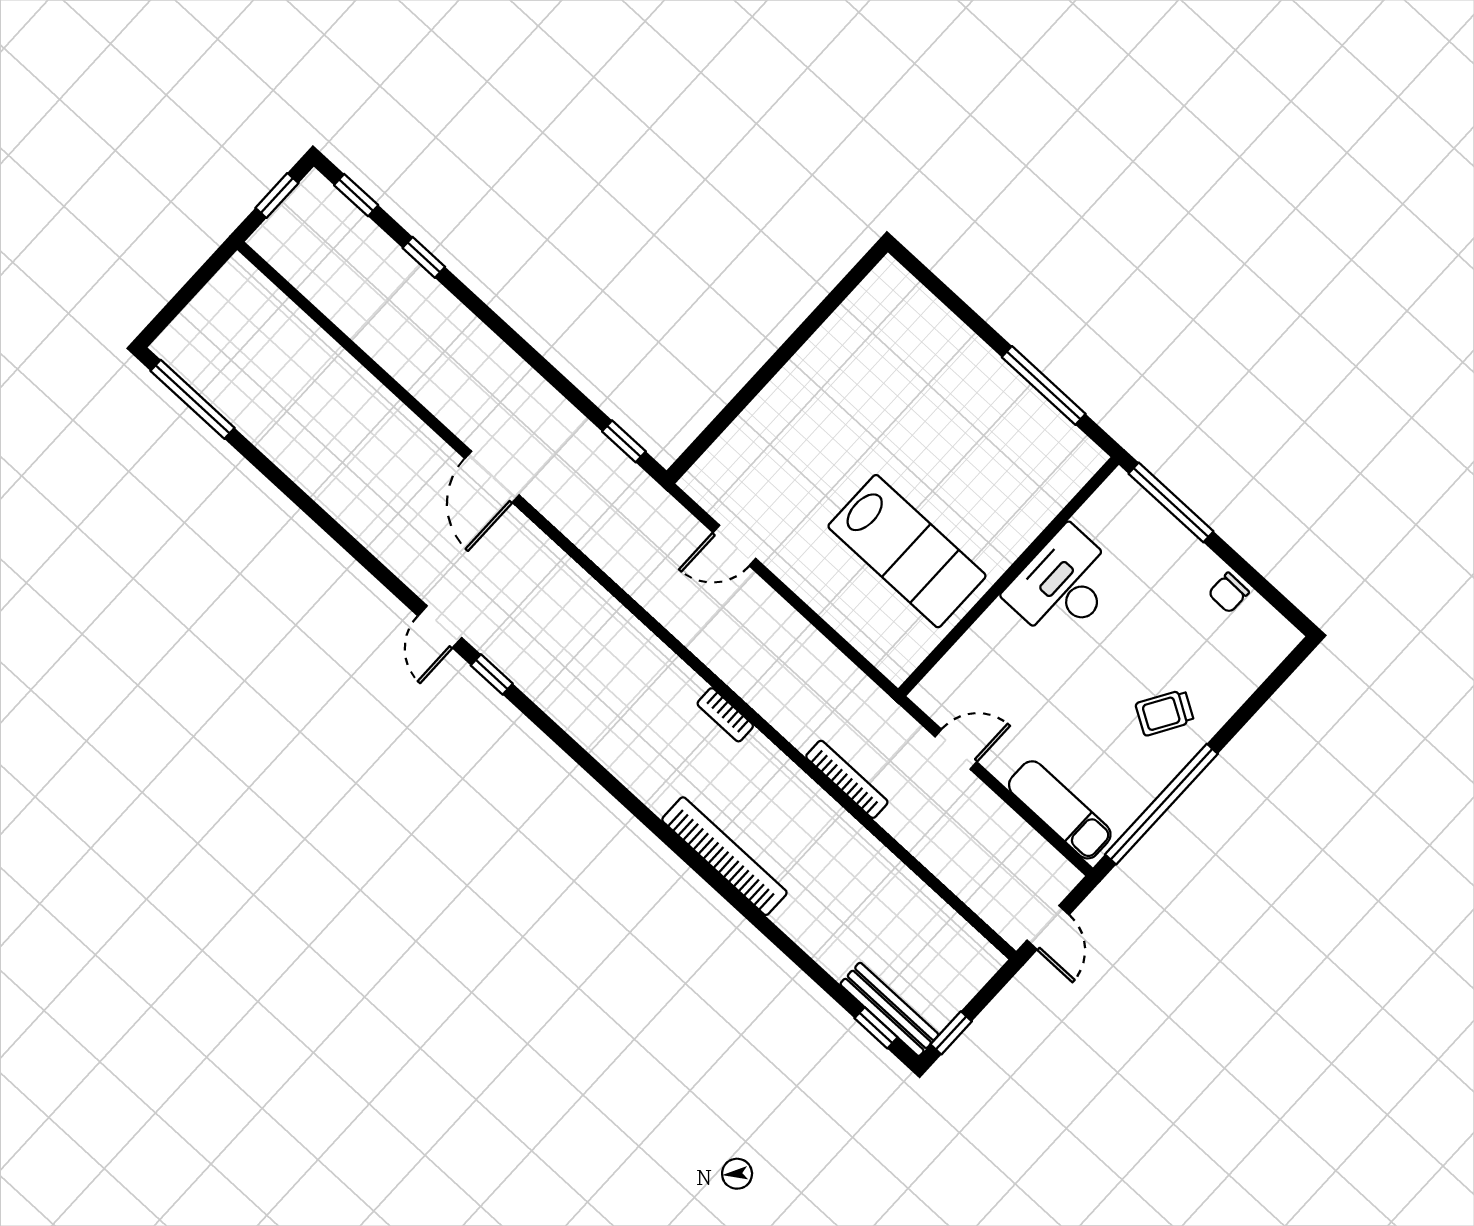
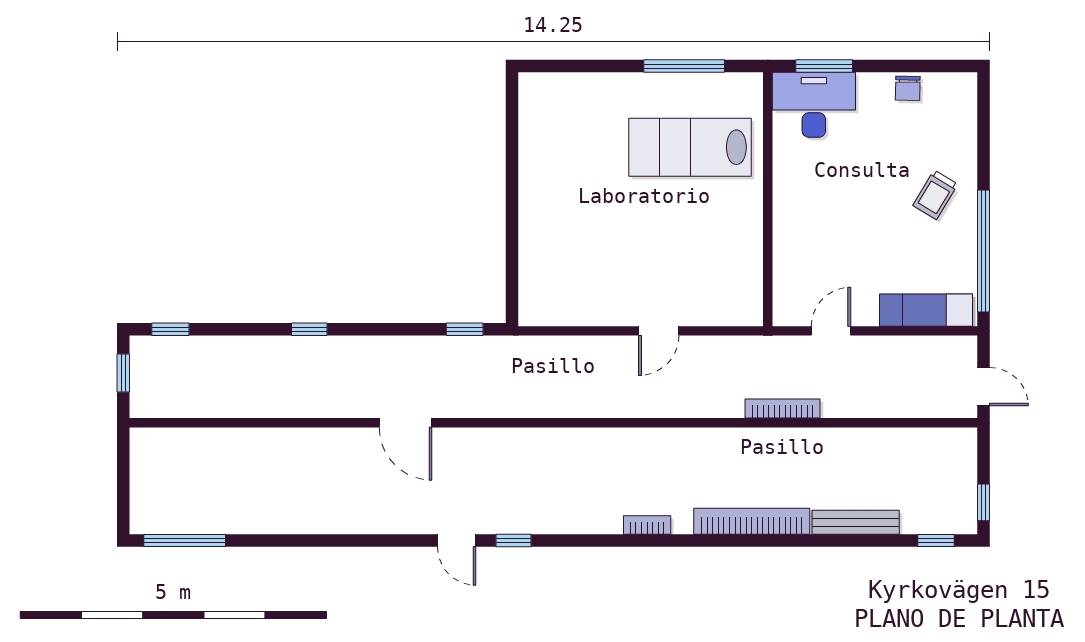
window: (424, 257) -> (309, 329), moved
window: (1171, 502) -> (824, 66), width x0.69
door: (734, 546) -> (659, 331), moved
lab bench: (907, 551) -> (690, 147), moved, turned 180
desk: (1063, 585) -> (814, 105), moved, turned 90
bookcase: (725, 715) -> (647, 525), moved, turned 180
bench: (889, 1009) -> (856, 522), moved

